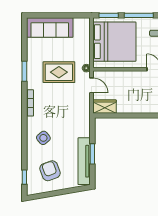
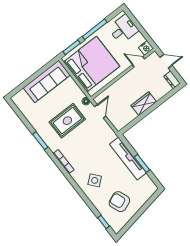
sofa: (50, 27) -> (47, 82), moved
door: (92, 85) -> (100, 111), hinge flipped
wardrobe: (105, 107) -> (144, 104), moved
tv unit: (84, 161) -> (128, 158), moved

